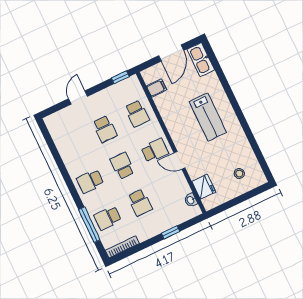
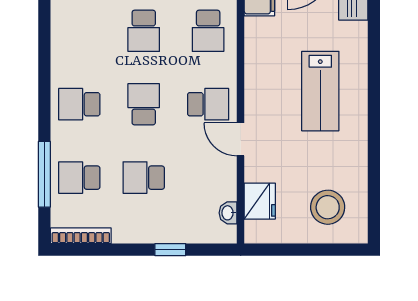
stool: (239, 173) -> (328, 207), width x1.89, depth x1.89
school desk: (140, 203) -> (144, 178), turned 90

